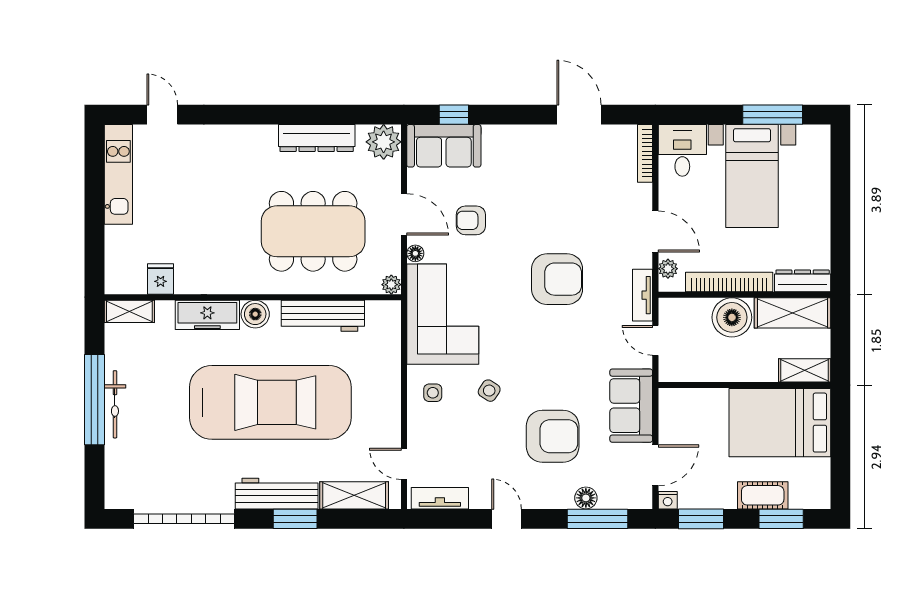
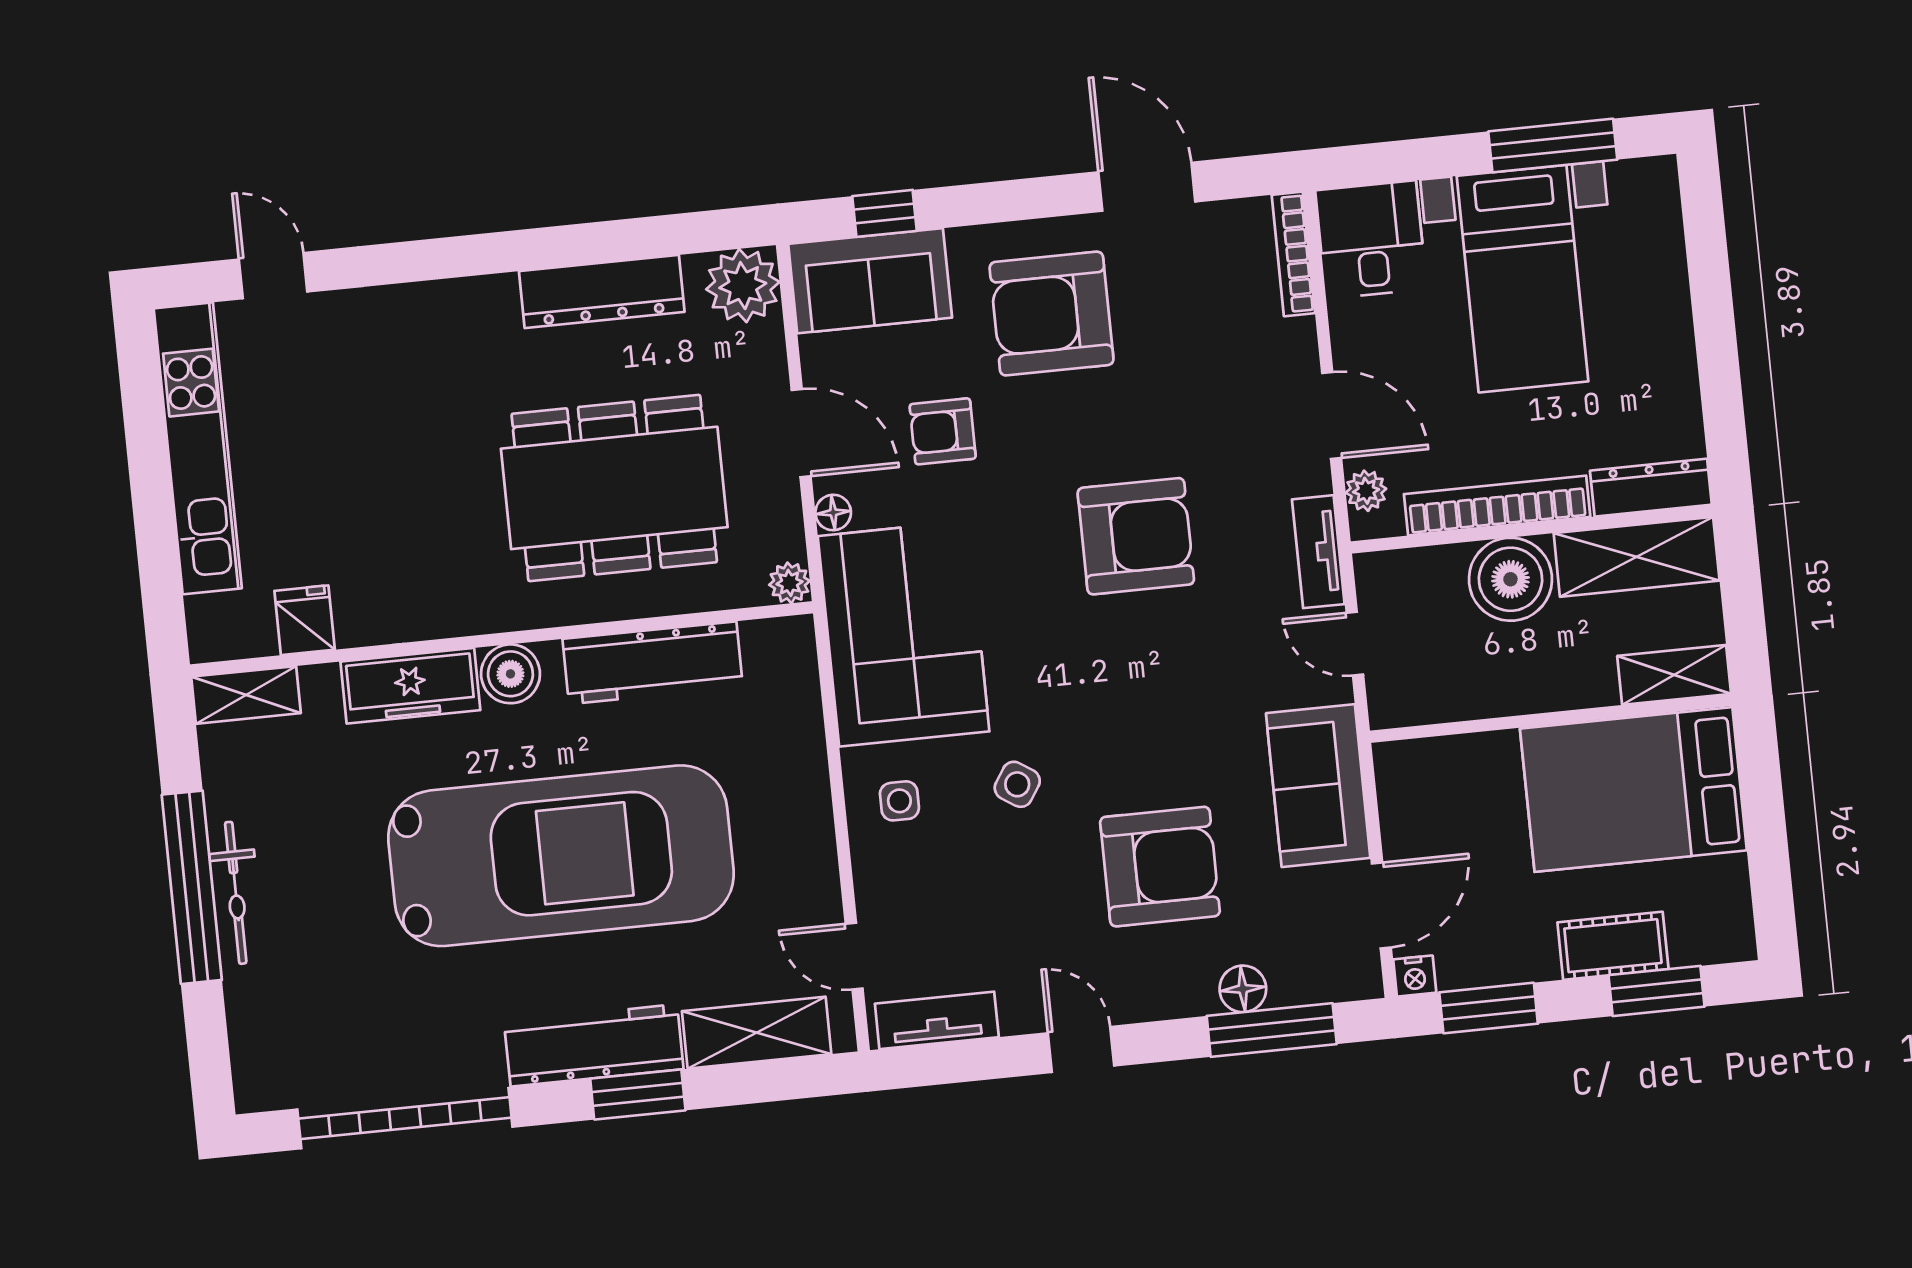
armchair: (528, 170) -> (1052, 314), added
kitchen unit: (118, 174) -> (198, 448), width x1.36

